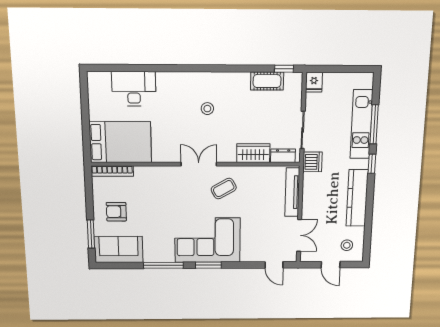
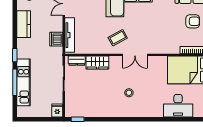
cot: (267, 81) -> (89, 111), removed
dishwasher: (312, 162) -> (56, 39), moved
kitchen counter: (357, 198) -> (24, 24), width x0.67

